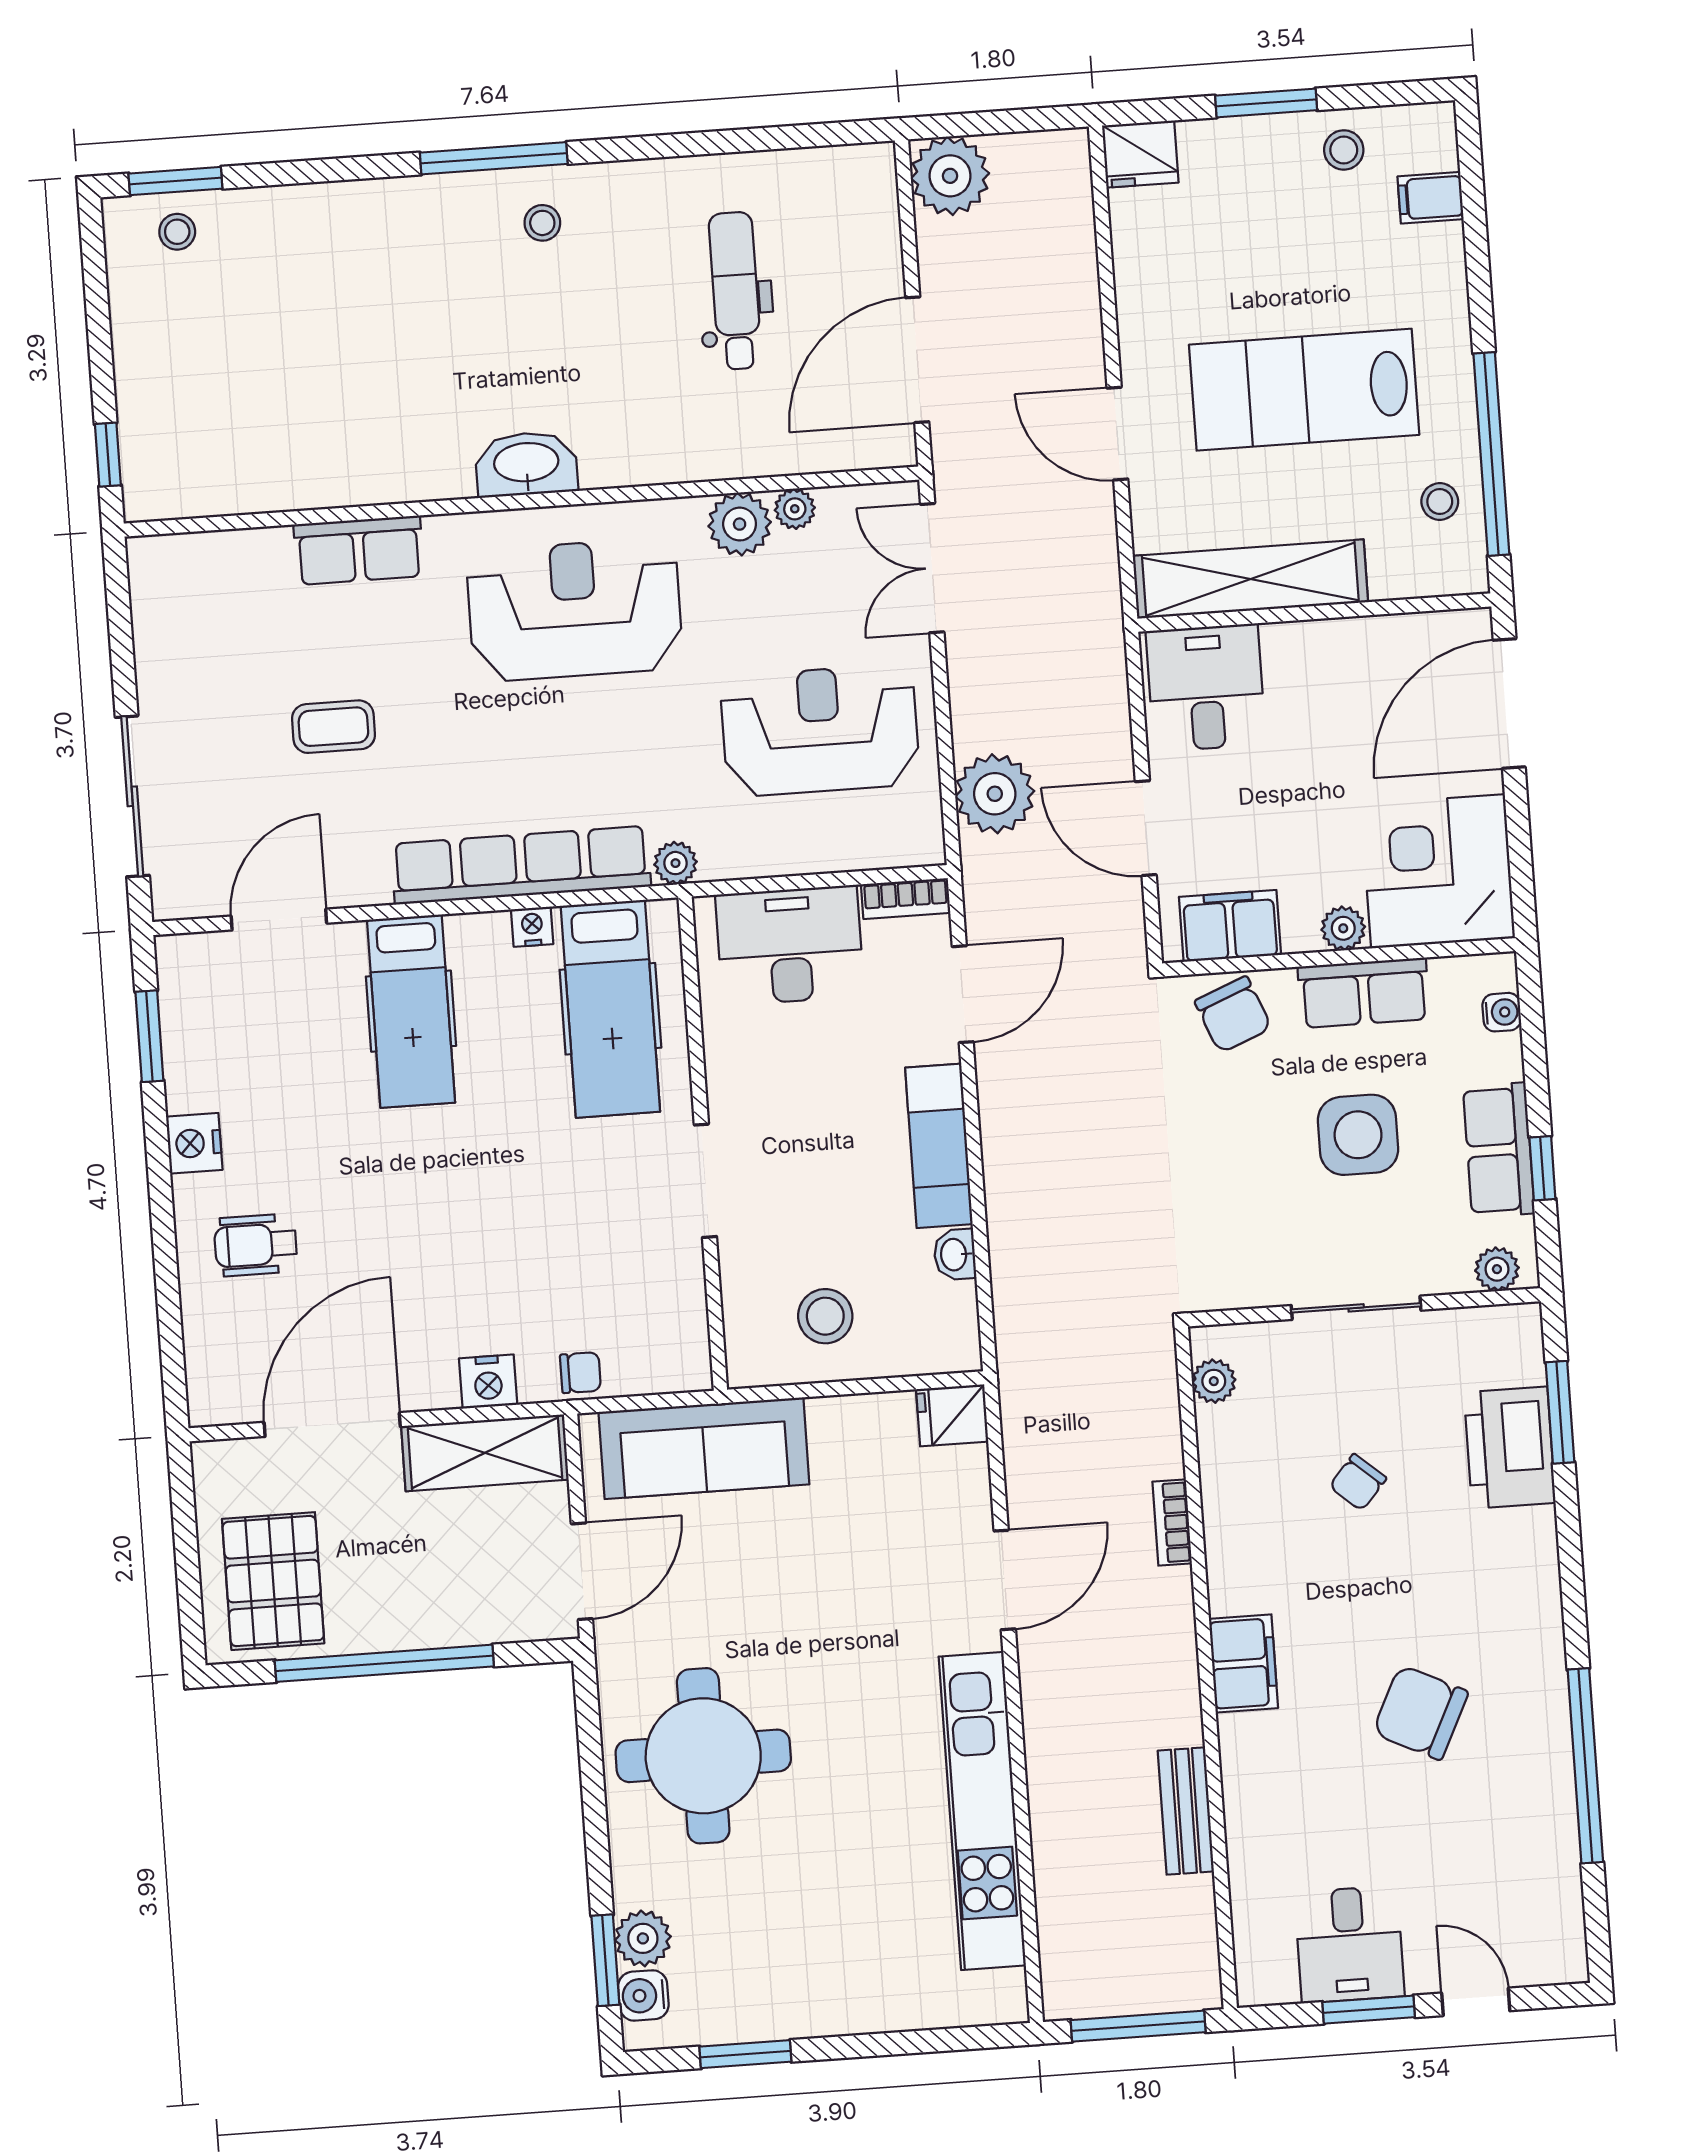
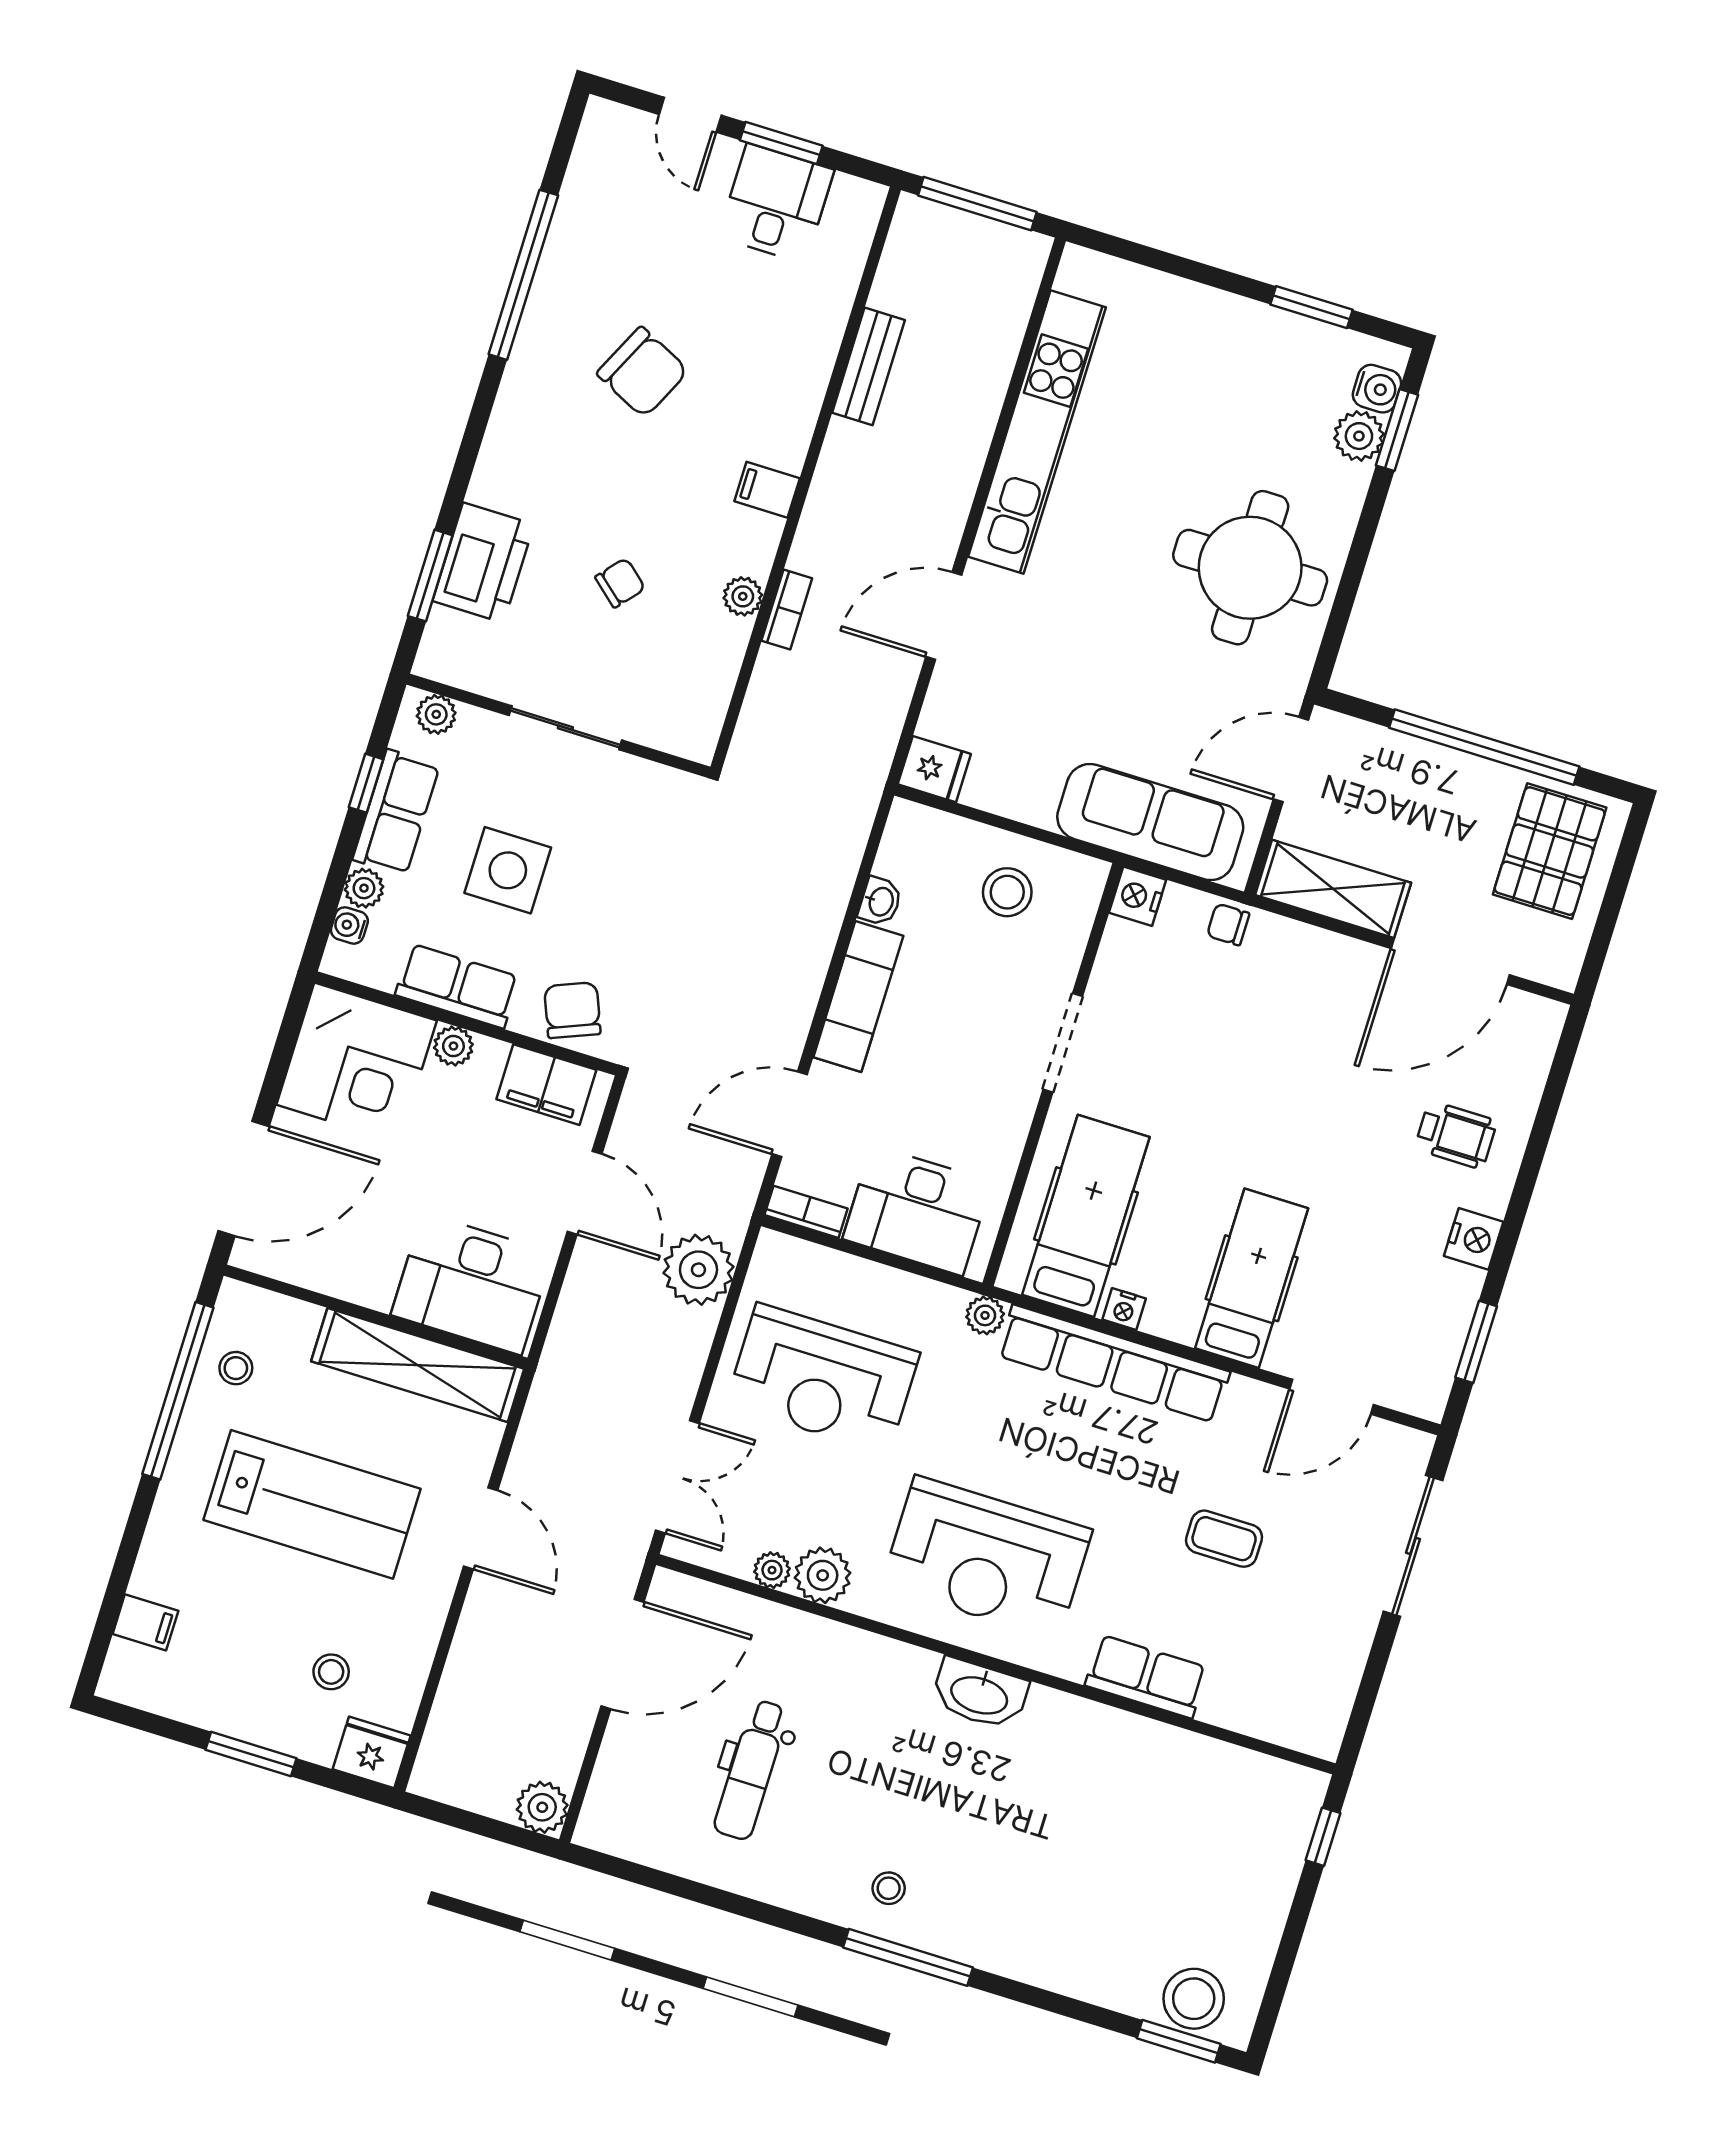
stool: (1344, 150) -> (331, 1672), moved
plant: (950, 176) -> (542, 1807), width x0.73, depth x0.73
stool: (177, 232) -> (1194, 1999), width x1.89, depth x1.89
desk: (1206, 688) -> (472, 1284), width x1.37
plant: (1502, 1057) -> (364, 888), added
plant: (1214, 1381) -> (743, 596), moved
nightstand: (488, 1382) -> (1138, 896), moved, turned -90
filing cabinet: (1243, 1663) -> (767, 490), width x0.50

